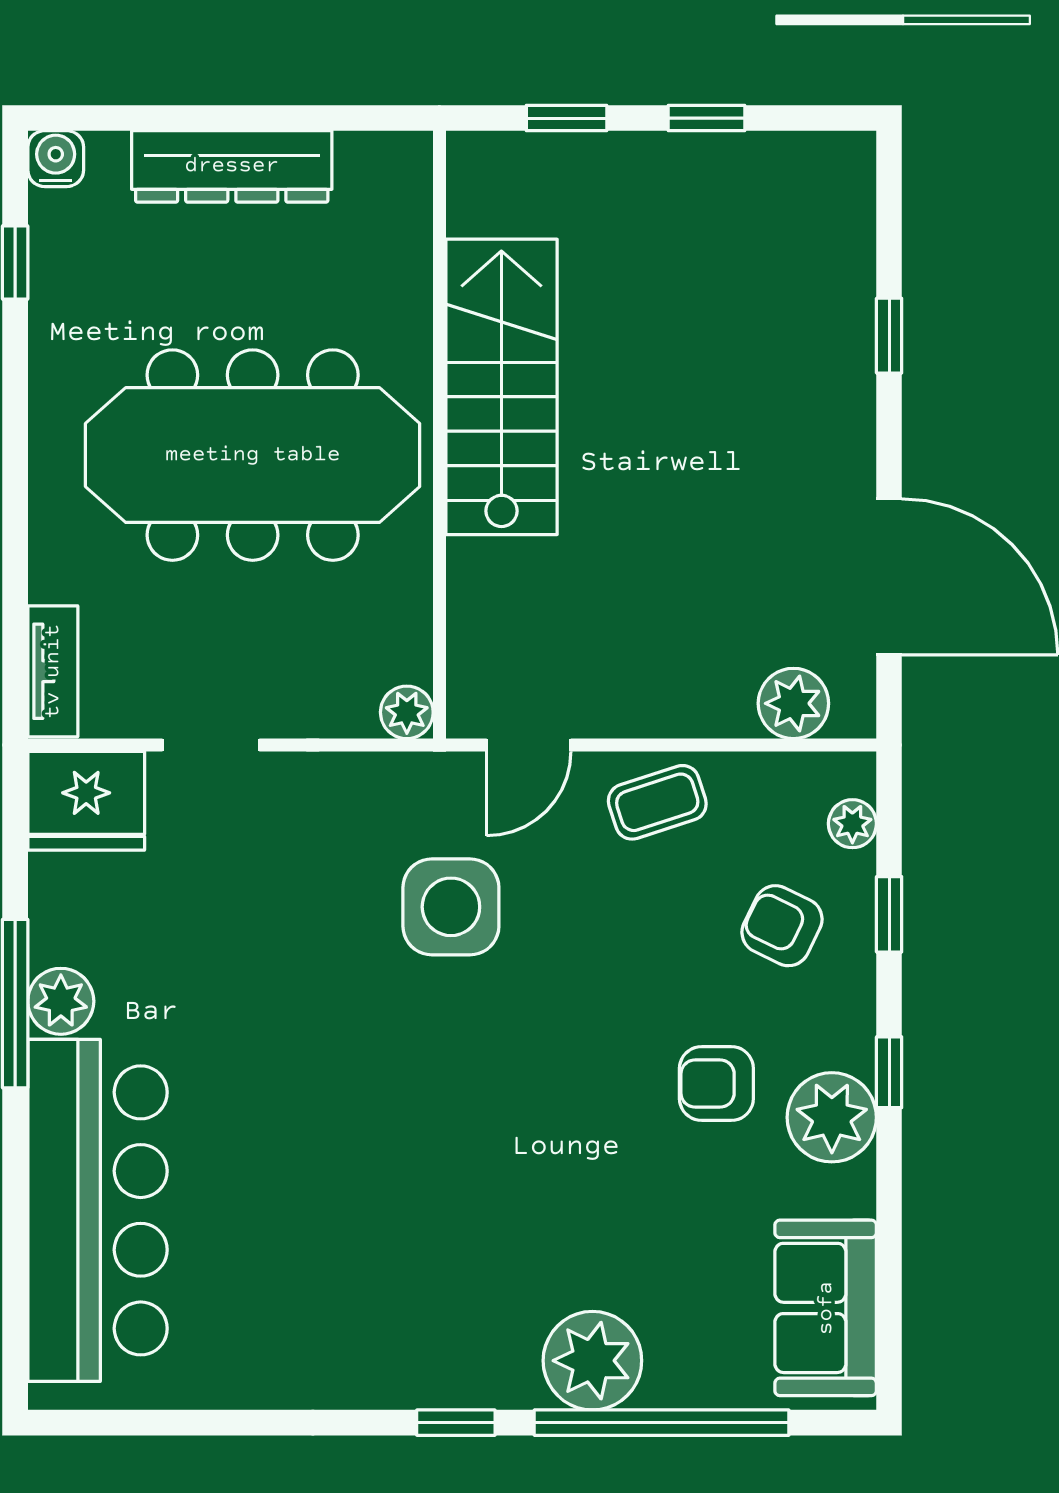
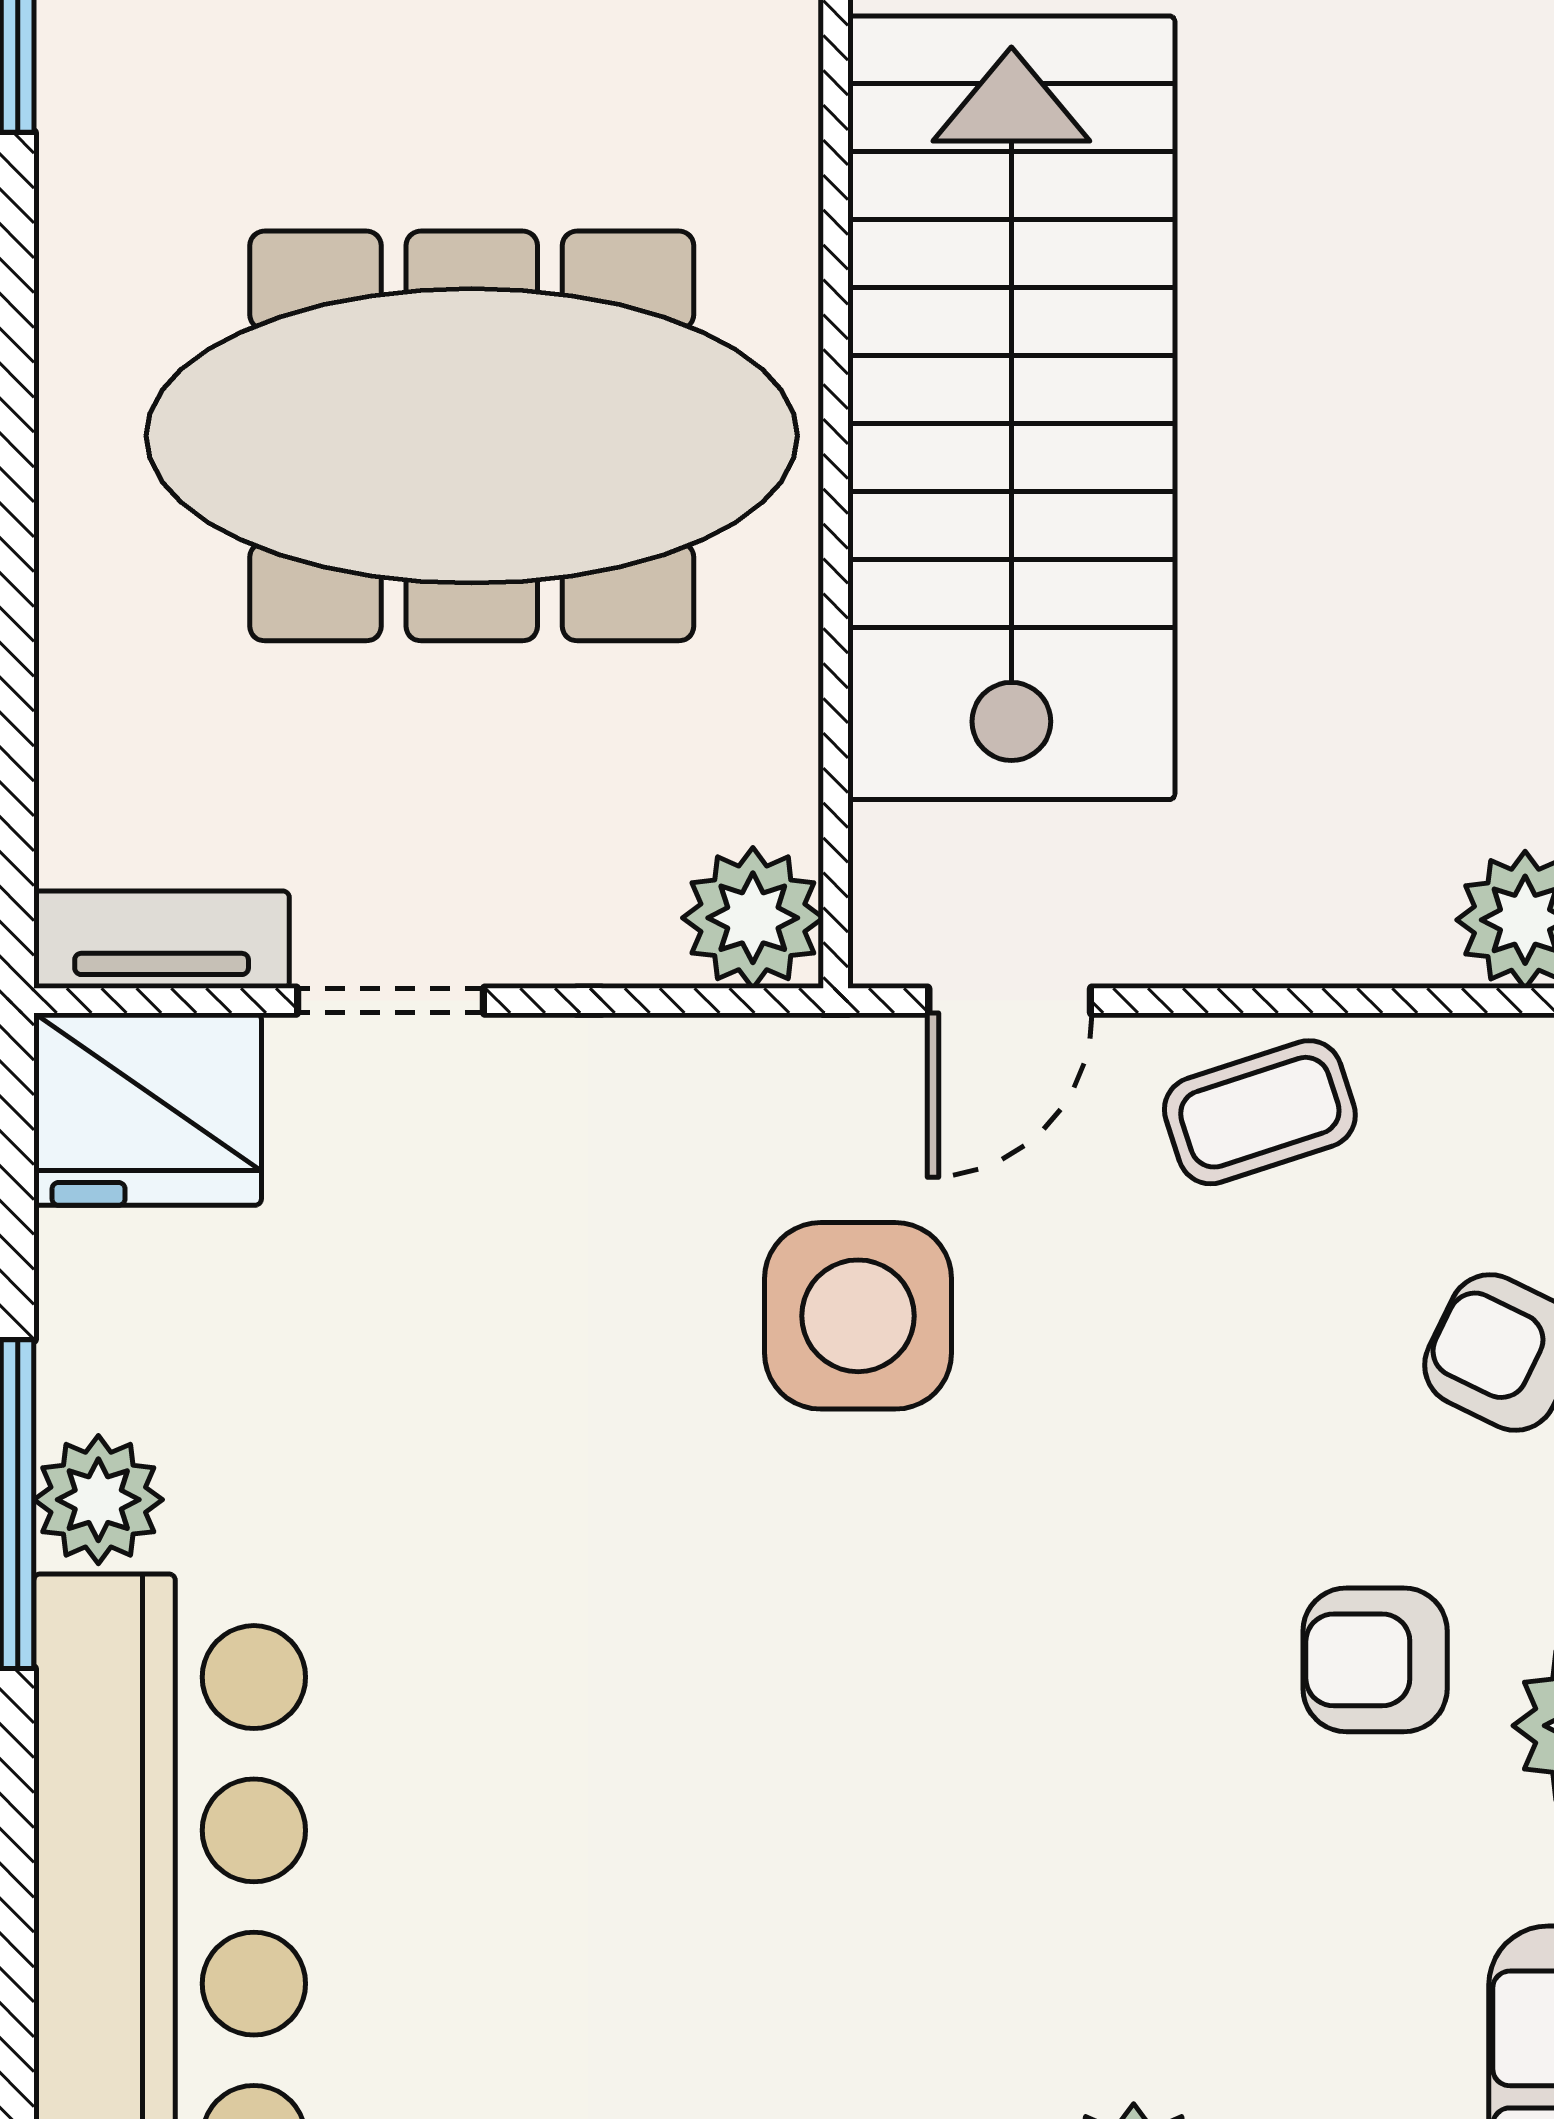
stairs: (501, 387) -> (1011, 408), width x1.36, depth x1.51
tv unit: (53, 671) -> (162, 940), moved, turned -90
plant: (407, 712) -> (753, 918), width x1.38, depth x1.38

